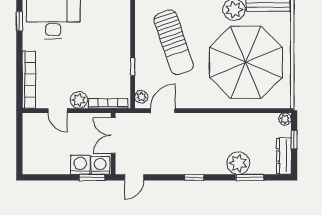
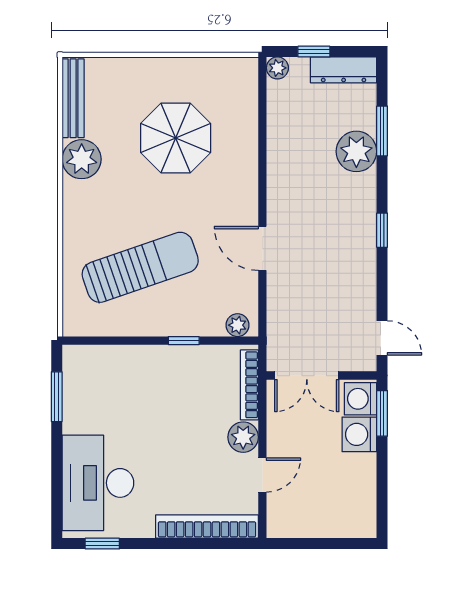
parasol: (246, 62) -> (176, 138), width x0.54, depth x0.54
door: (163, 111) -> (262, 248), moved

